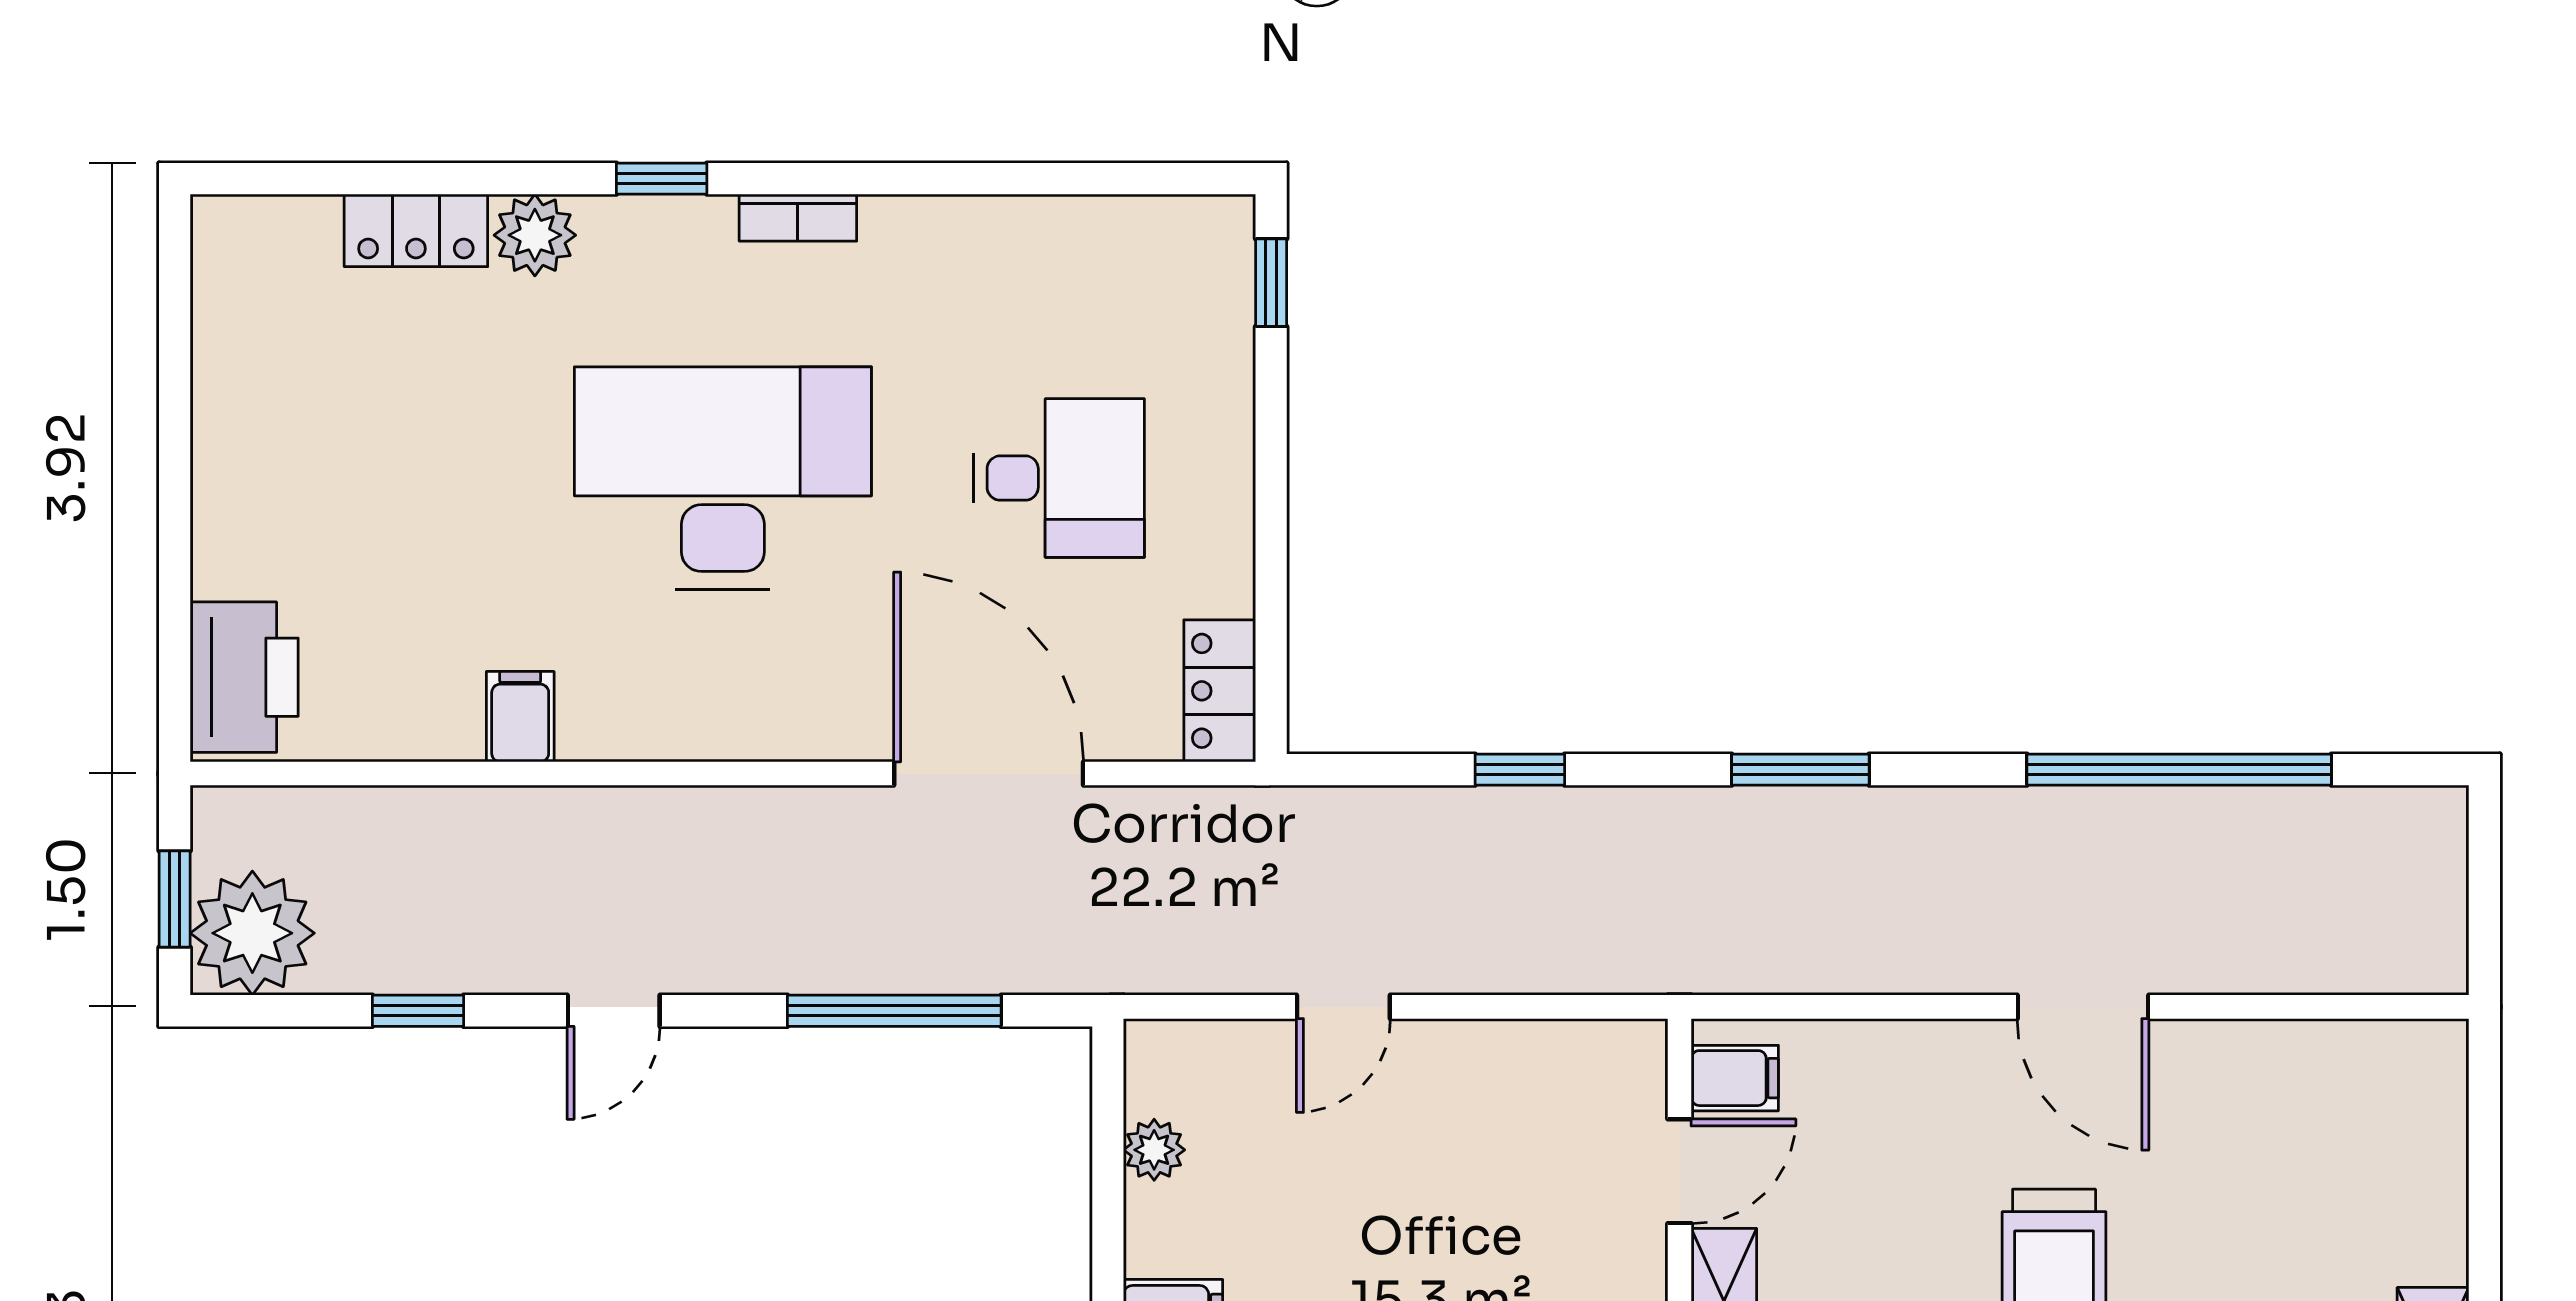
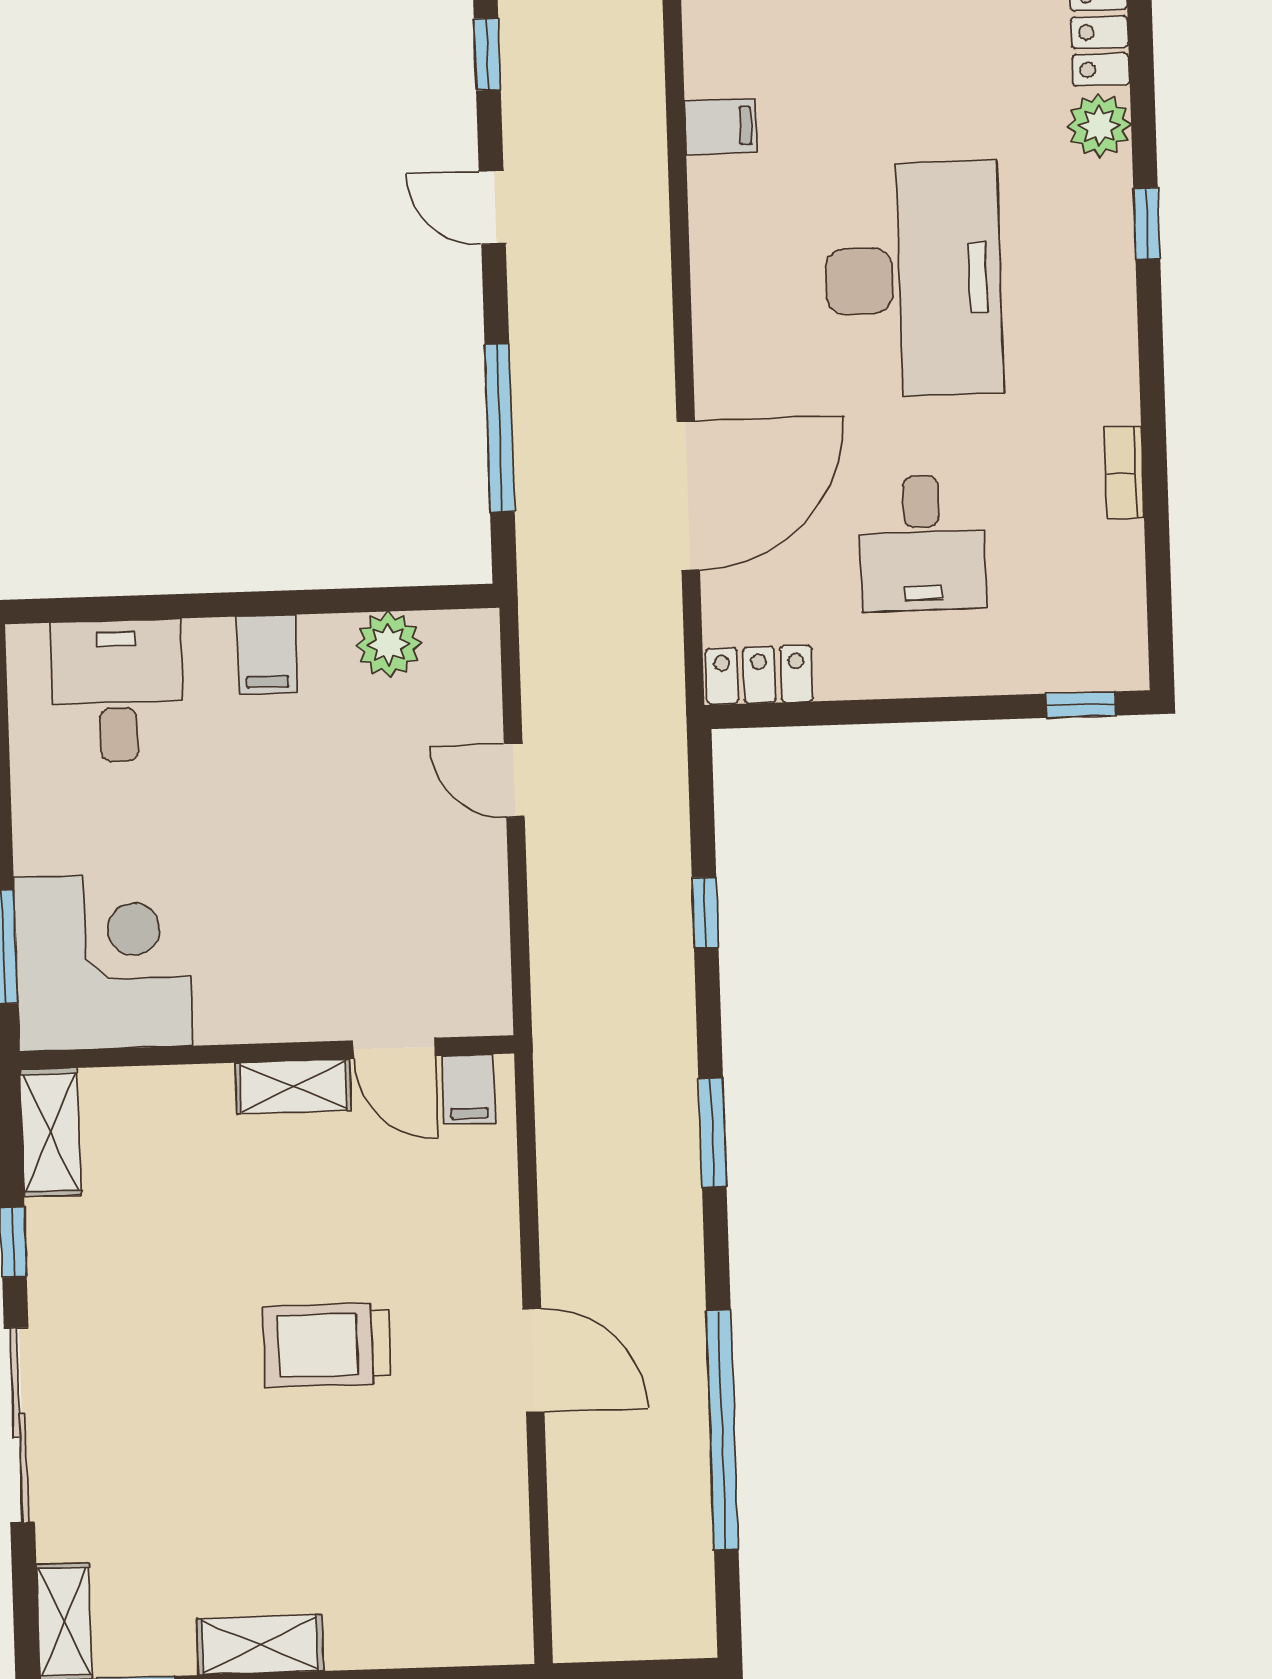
bookcase: (798, 218) -> (1124, 473), moved
door: (2083, 1007) -> (534, 1361), swing flipped
plant: (1154, 1150) -> (388, 645), width x1.38, depth x1.38

